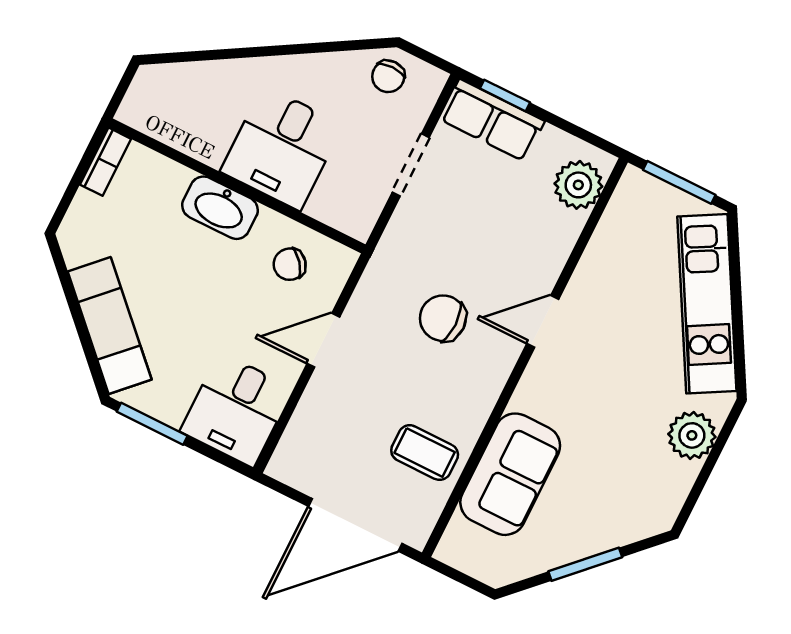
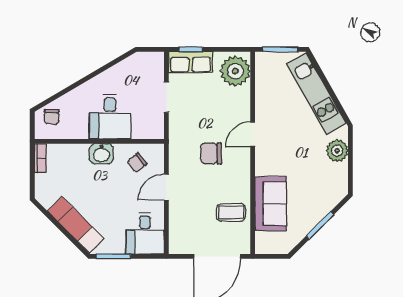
chair: (388, 76) -> (52, 117), moved
plant: (578, 185) -> (235, 71), width x1.36, depth x1.36
washbasin: (220, 208) -> (101, 154), width x0.72

